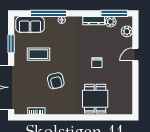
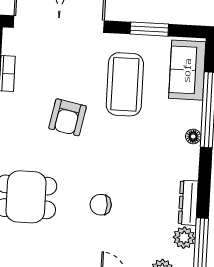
coffee table: (38, 54) -> (125, 84), width x1.36, depth x1.32
armchair: (56, 81) -> (68, 117), turned -65

